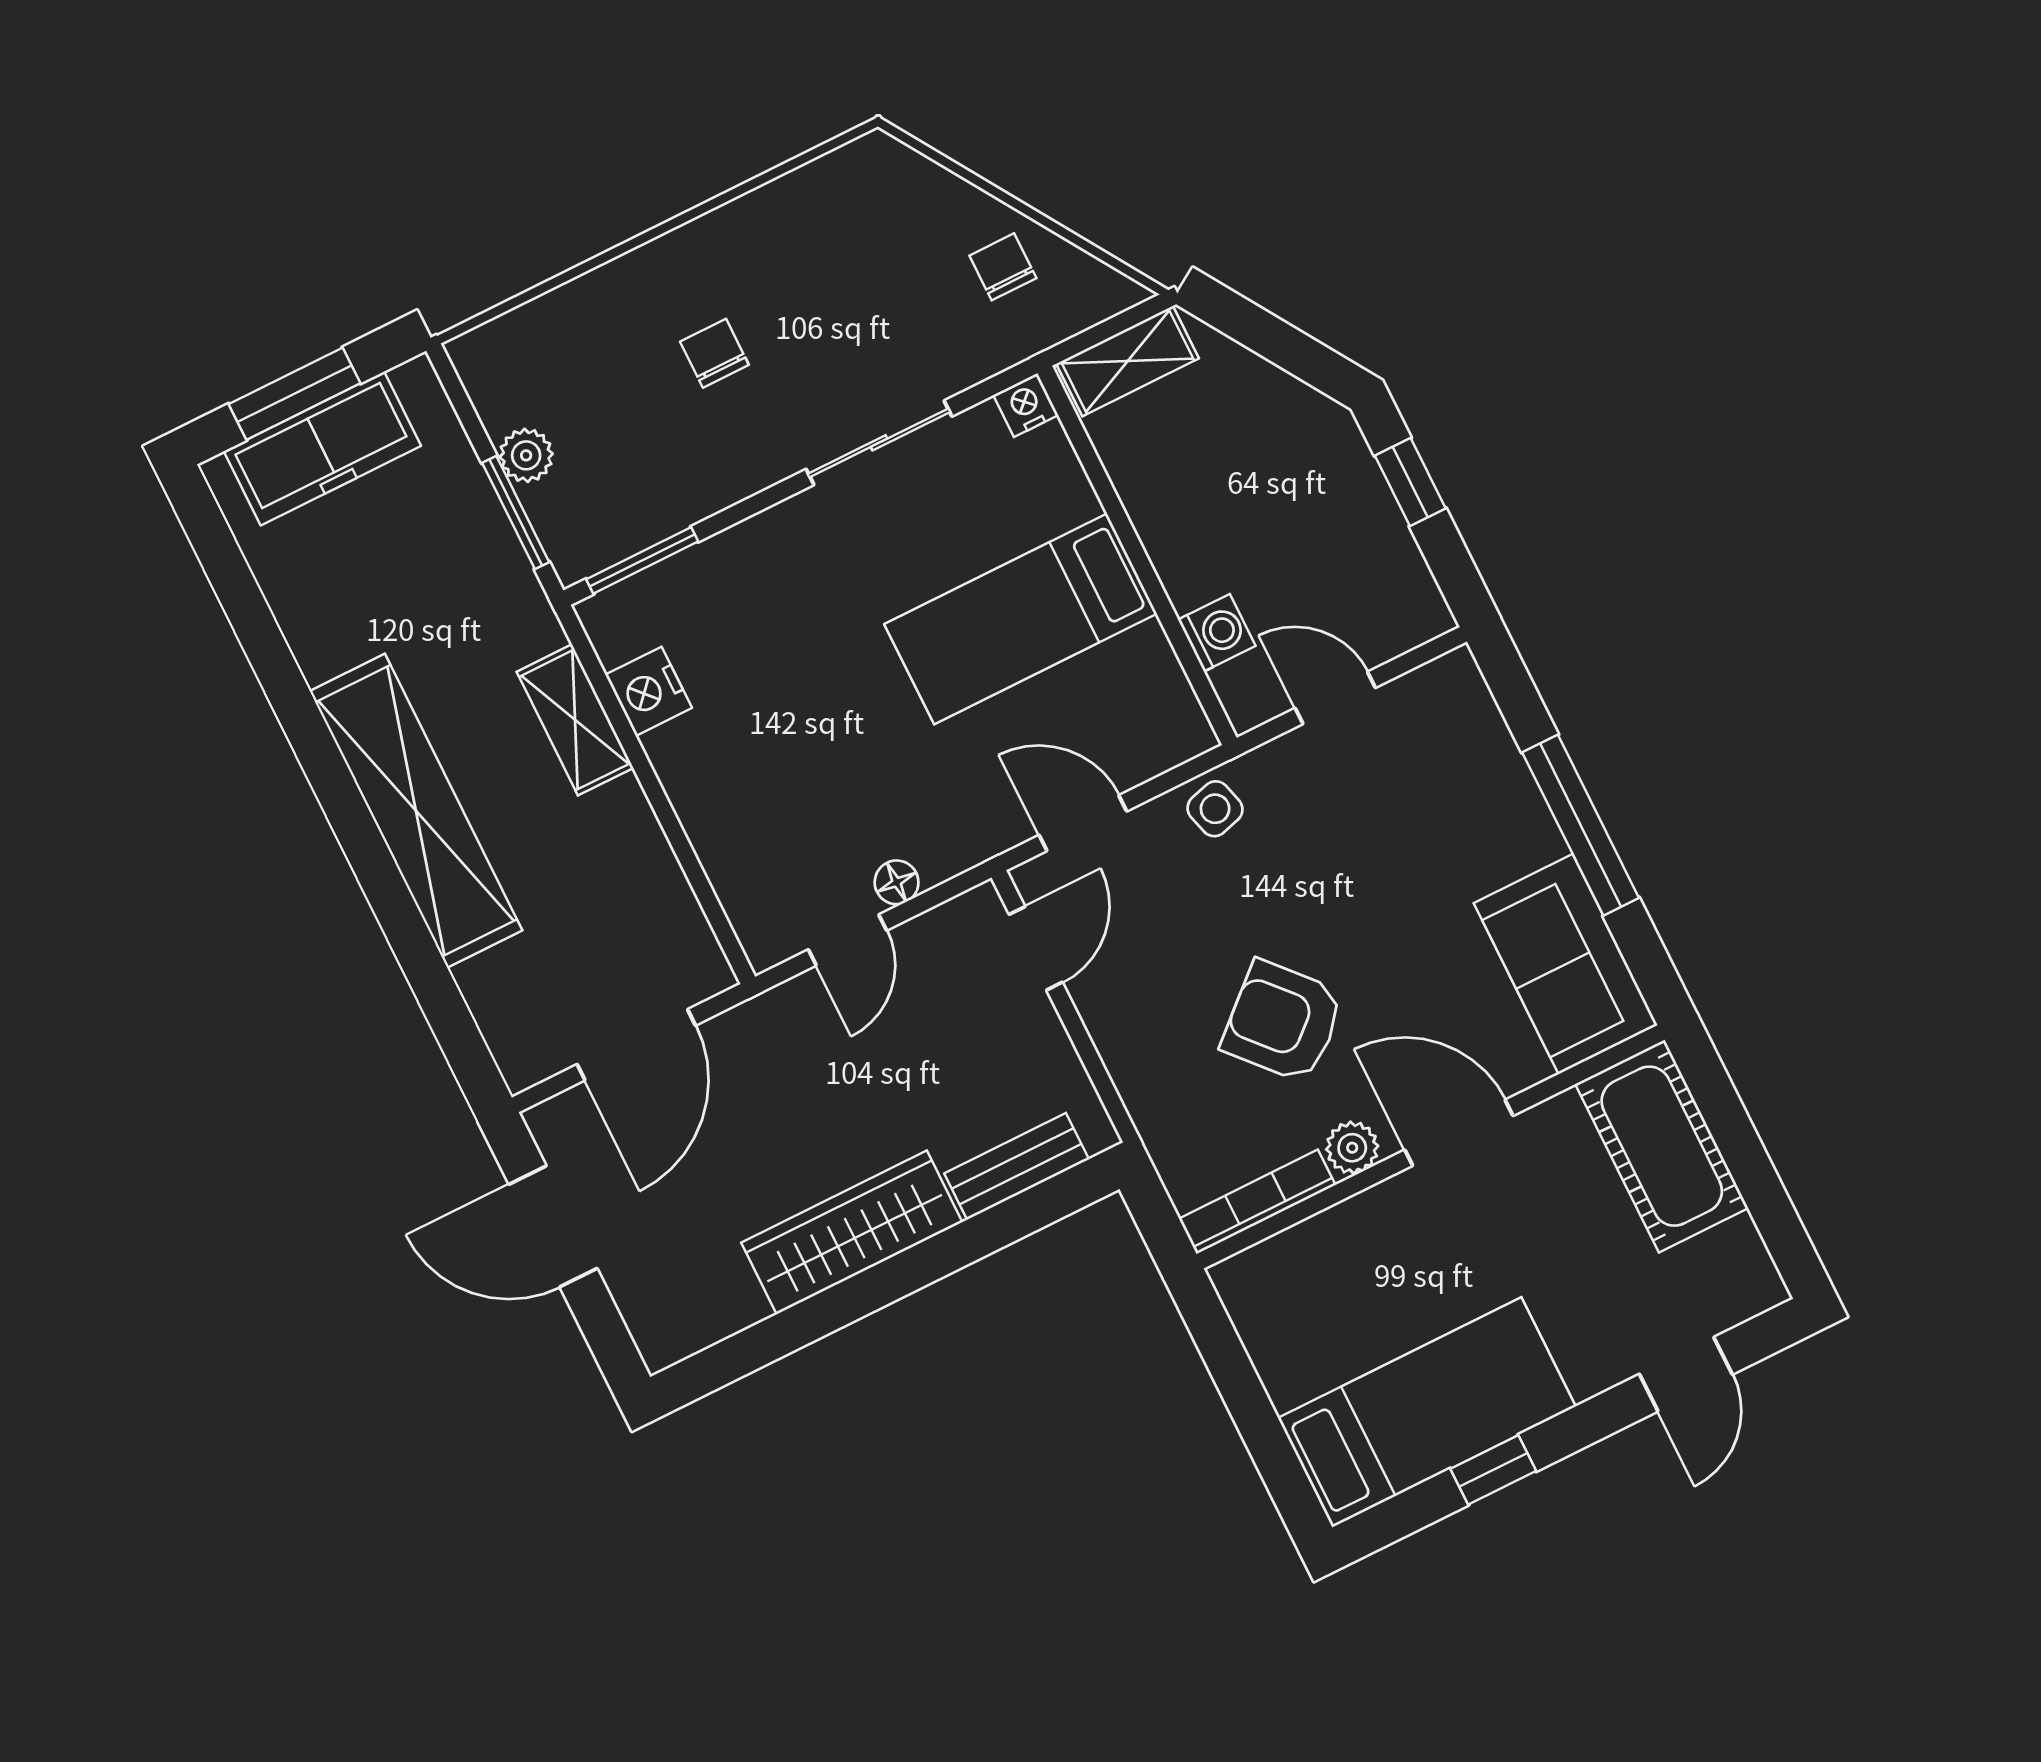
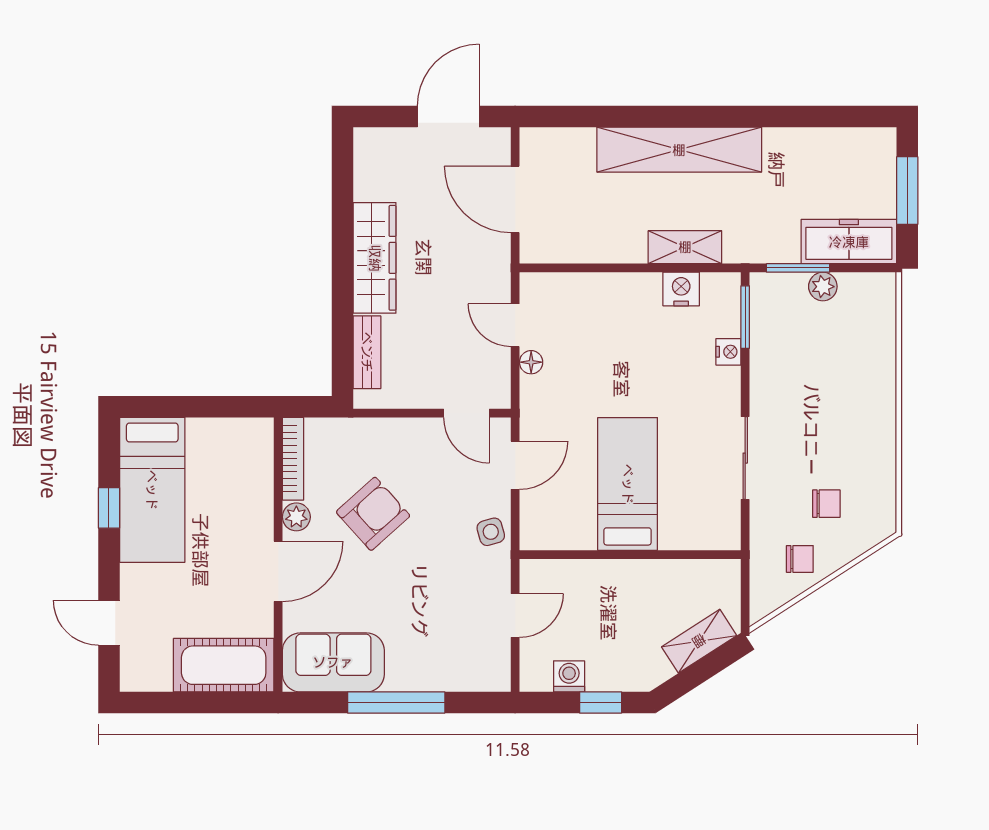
chair: (714, 353) -> (826, 504), moved
shelving: (1128, 361) -> (699, 641), moved, turned 57
nightstand: (1026, 405) -> (728, 352), moved
freezer: (322, 448) -> (849, 242), moved, turned 90
washing machine: (1217, 633) -> (569, 676), moved, turned 180

